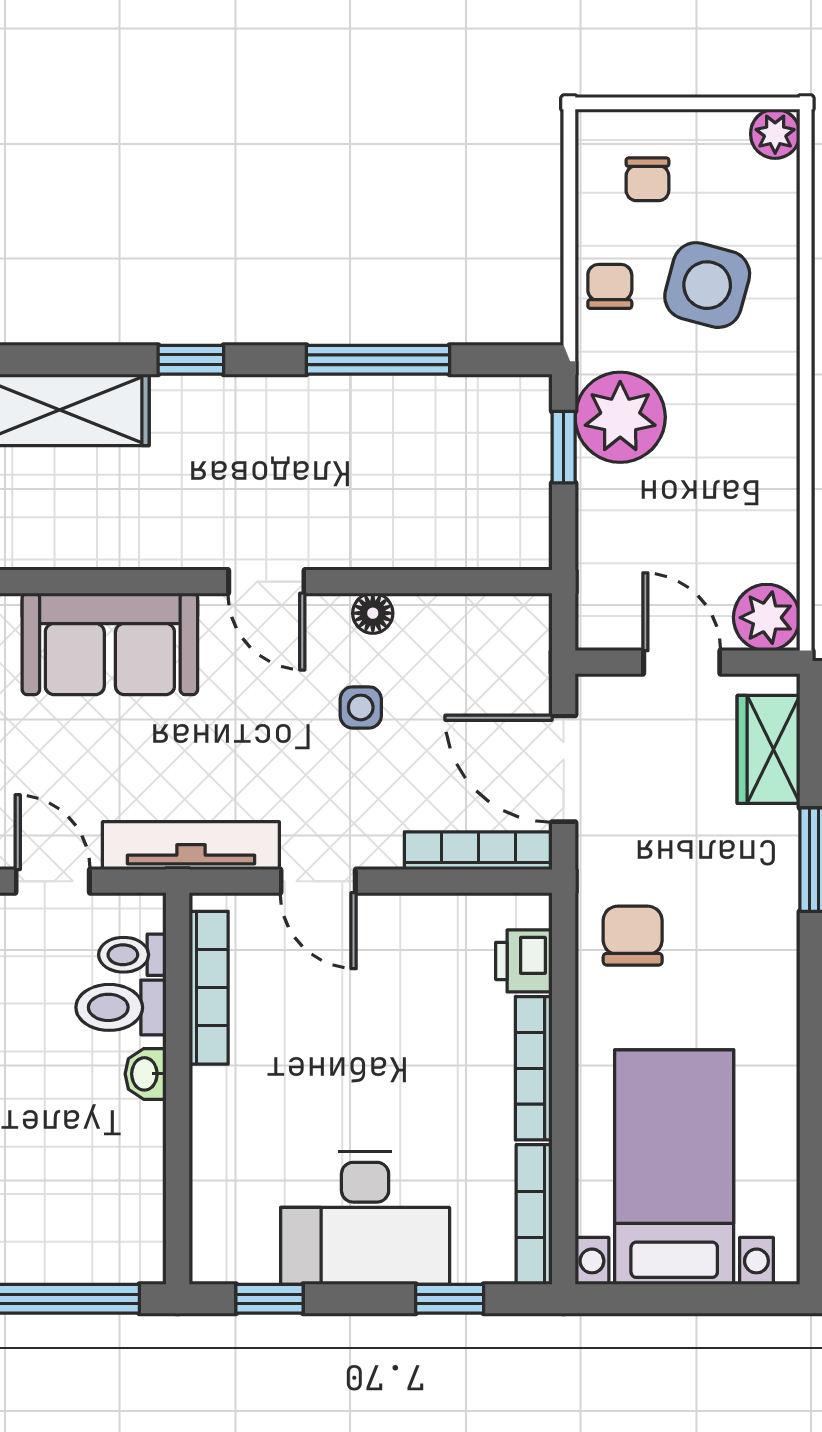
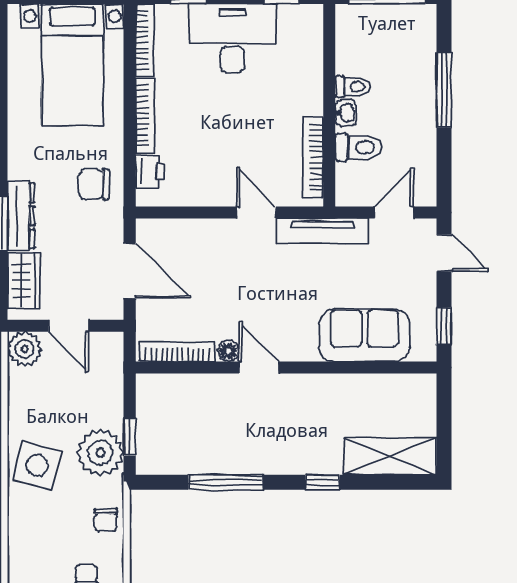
side table: (707, 285) -> (37, 465), moved
door: (266, 582) -> (259, 367), moved
side table: (361, 707) -> (235, 302), removed
bookcase: (478, 851) -> (177, 352), moved, turned 180
dresser: (774, 875) -> (21, 216), added
door: (53, 881) -> (394, 213), swing flipped
chair: (633, 936) -> (94, 184), turned 90
toilet: (132, 955) -> (353, 87), moved

